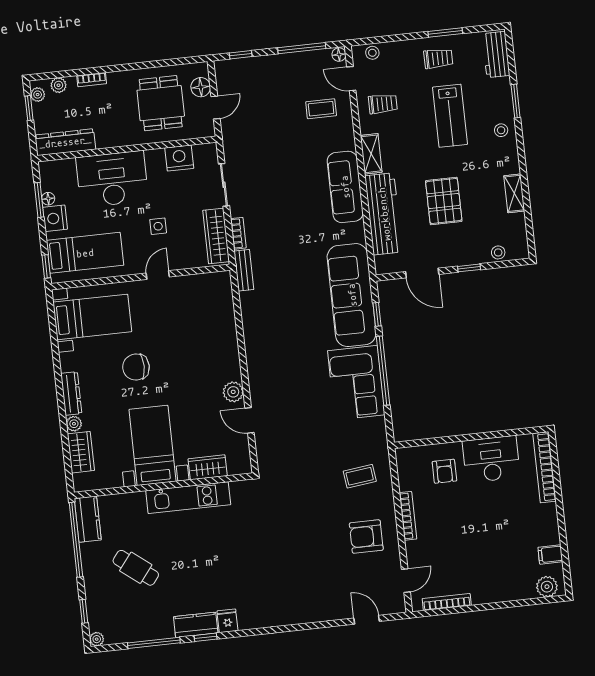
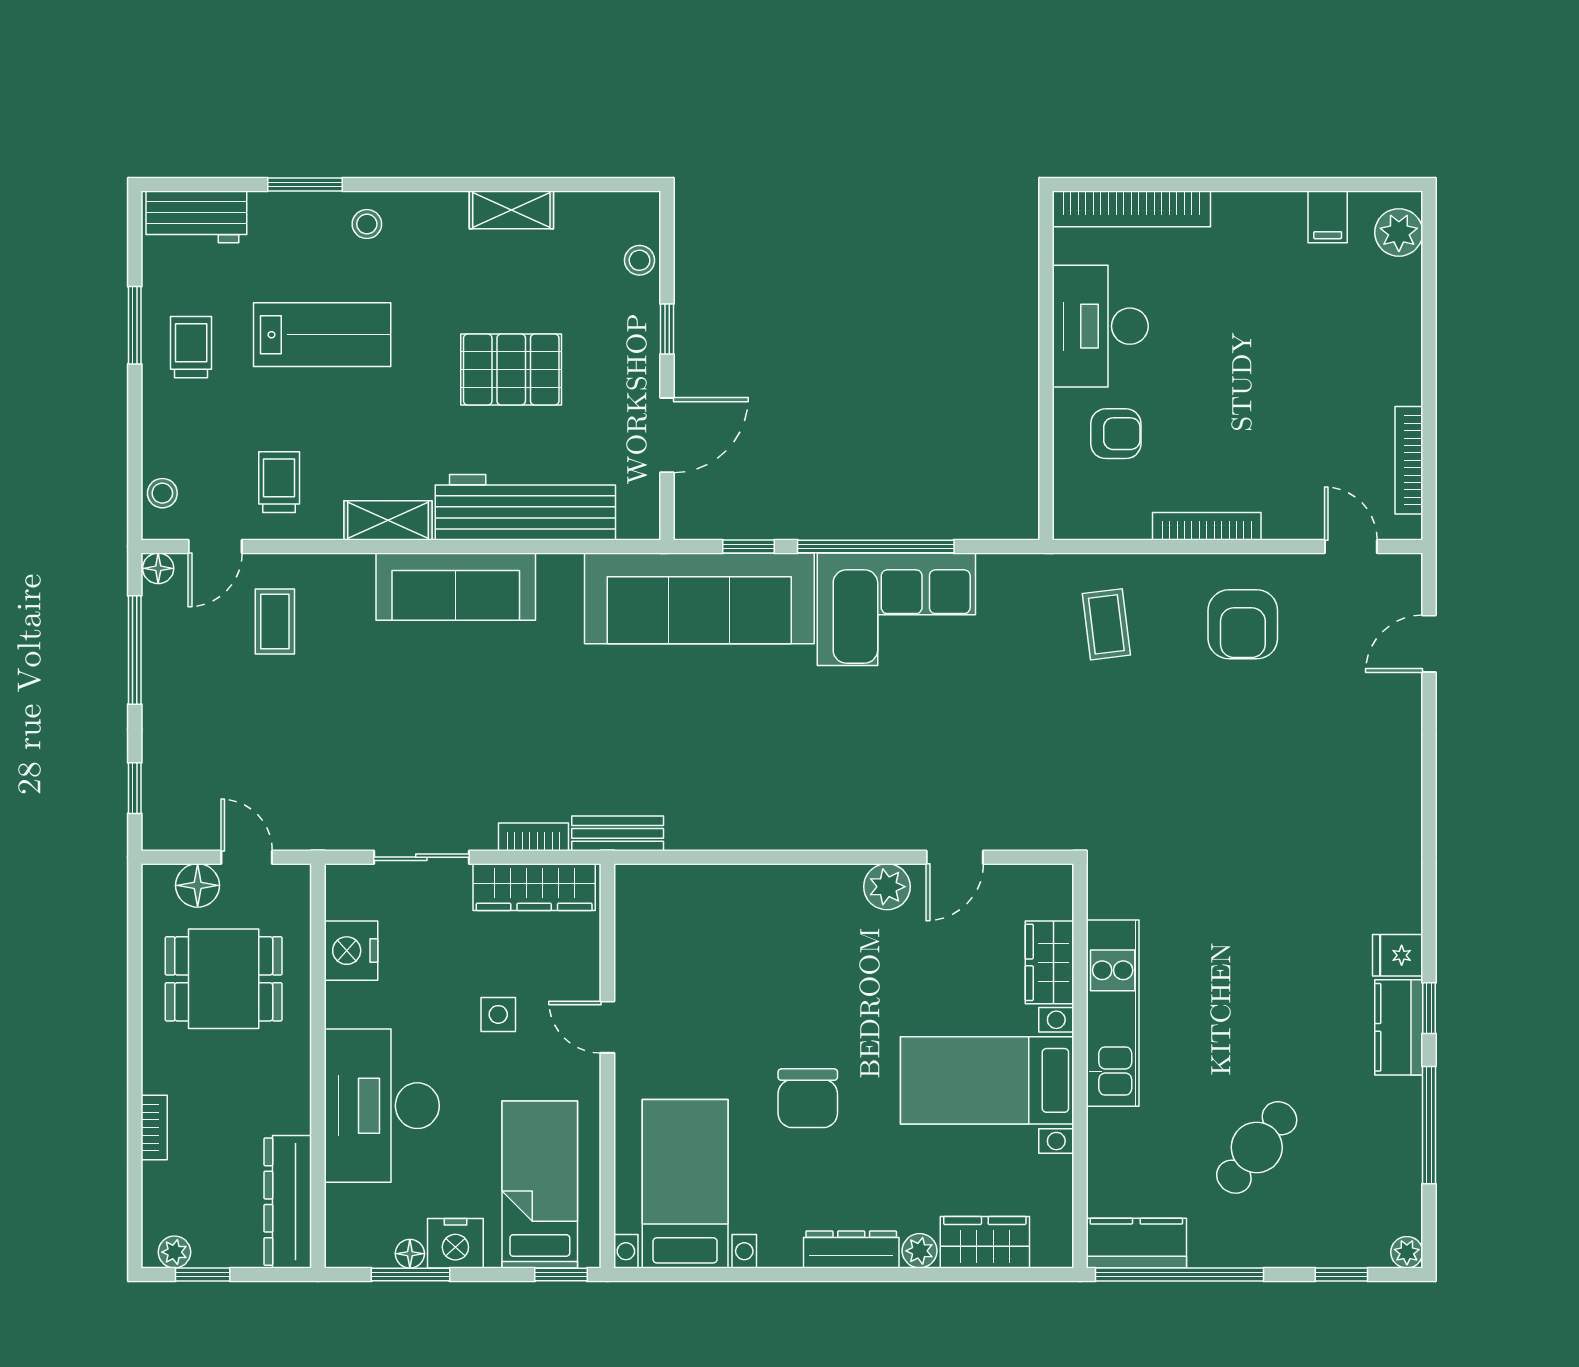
plant: (59, 85) -> (159, 1203), removed

